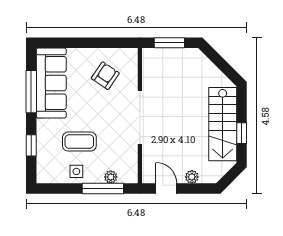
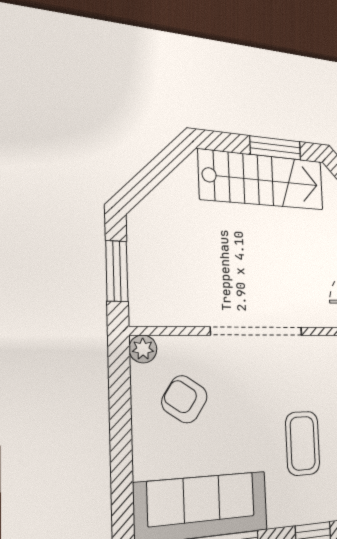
plant: (131, 55) -> (143, 349), added
window: (242, 133) -> (275, 148), width x1.50

